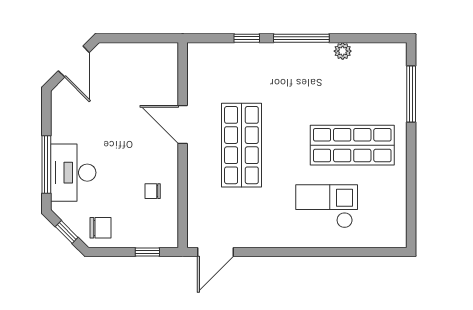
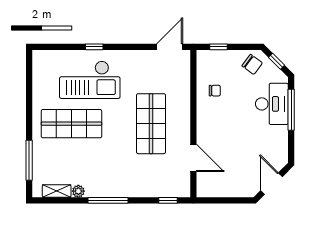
window: (247, 38) -> (168, 200), moved
shelving: (373, 51) -> (57, 191), added
door: (183, 125) -> (193, 158), moved
checkout: (327, 206) -> (90, 80), width x1.36, depth x1.21
chair: (101, 228) -> (252, 64), turned -144
window: (320, 252) -> (94, 47), added

